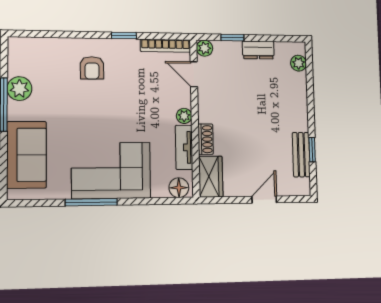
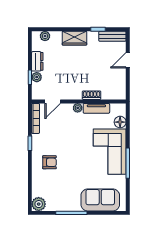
plant: (204, 48) -> (37, 77), moved
plant: (19, 89) -> (39, 204), moved
bench: (301, 155) -> (112, 36), moved
wardrobe: (211, 177) -> (74, 38), moved, turned 180
floor lamp: (179, 188) -> (120, 122), moved
door: (264, 200) -> (128, 60), hinge flipped

